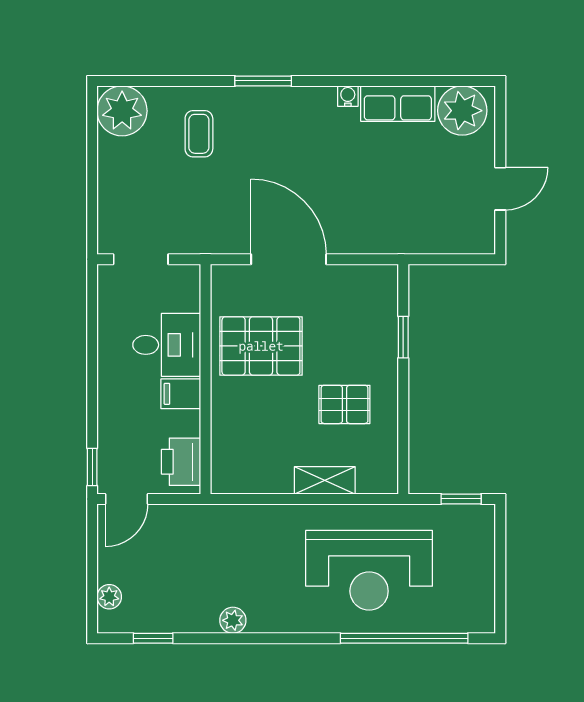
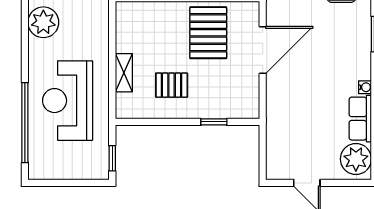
pallet: (344, 404) -> (172, 85), turned 90
plant: (233, 620) -> (43, 22), width x1.88, depth x1.88

